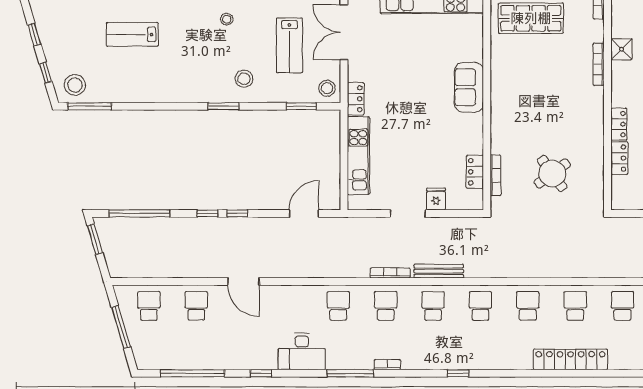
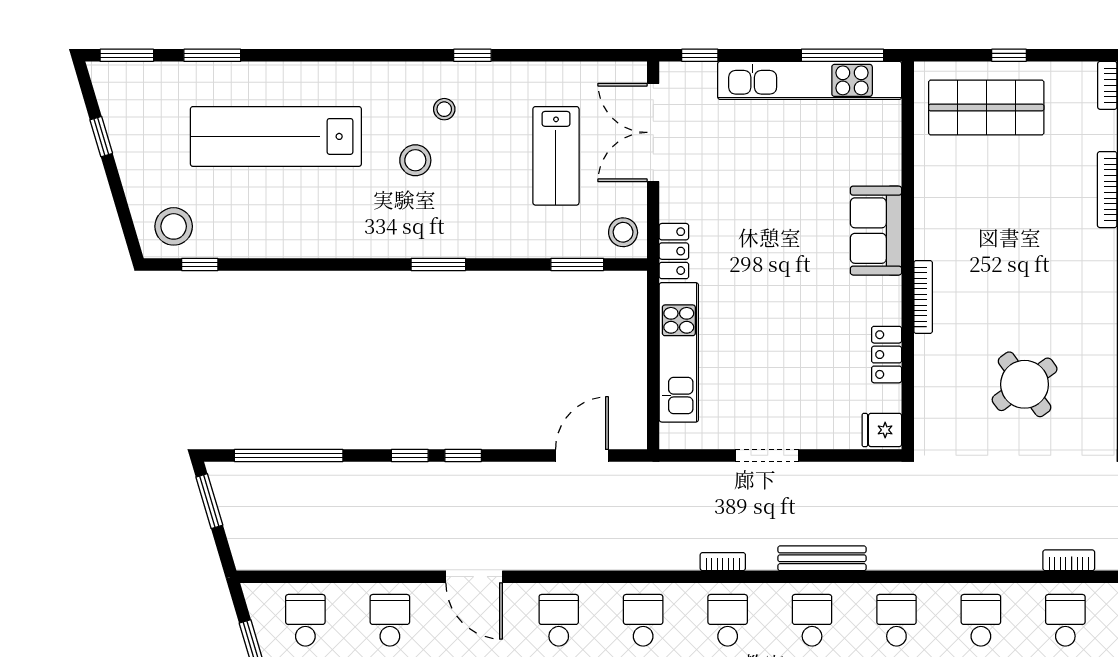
lab bench: (132, 34) -> (276, 136), width x1.86, depth x1.39
window: (46, 73) -> (121, 204), removed
stool: (244, 79) -> (415, 160), moved
window: (90, 106) -> (200, 264), width x0.46
locker: (475, 172) -> (887, 355), moved
bookcase: (495, 175) -> (923, 297), moved
fridge: (436, 199) -> (882, 430), moved, turned -90
bookcase: (577, 272) -> (1069, 560), added
bookcase: (390, 273) -> (723, 562), width x0.64
school desk: (291, 306) -> (559, 620), added

